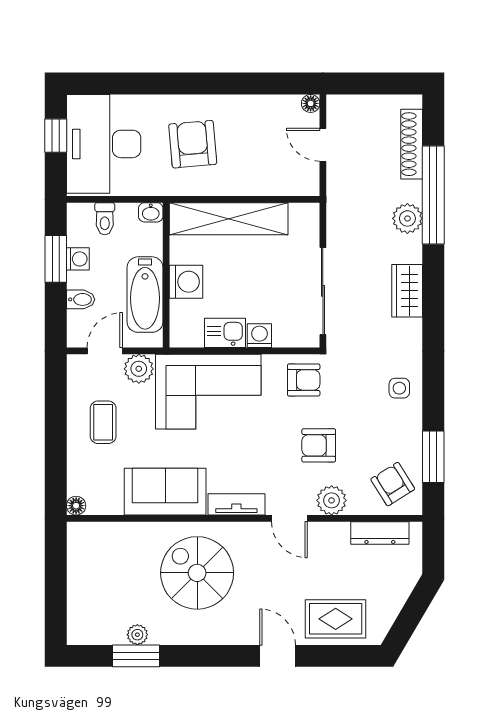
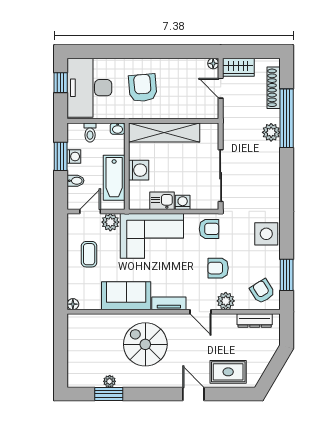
wardrobe: (407, 291) -> (238, 67), moved, turned -90
side table: (399, 388) -> (266, 234), width x1.87, depth x1.87

